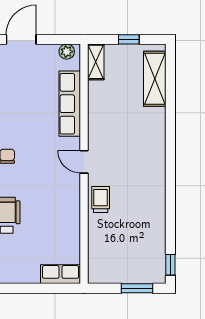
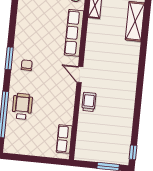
row of seats: (60, 274) -> (64, 139), moved, turned -90

